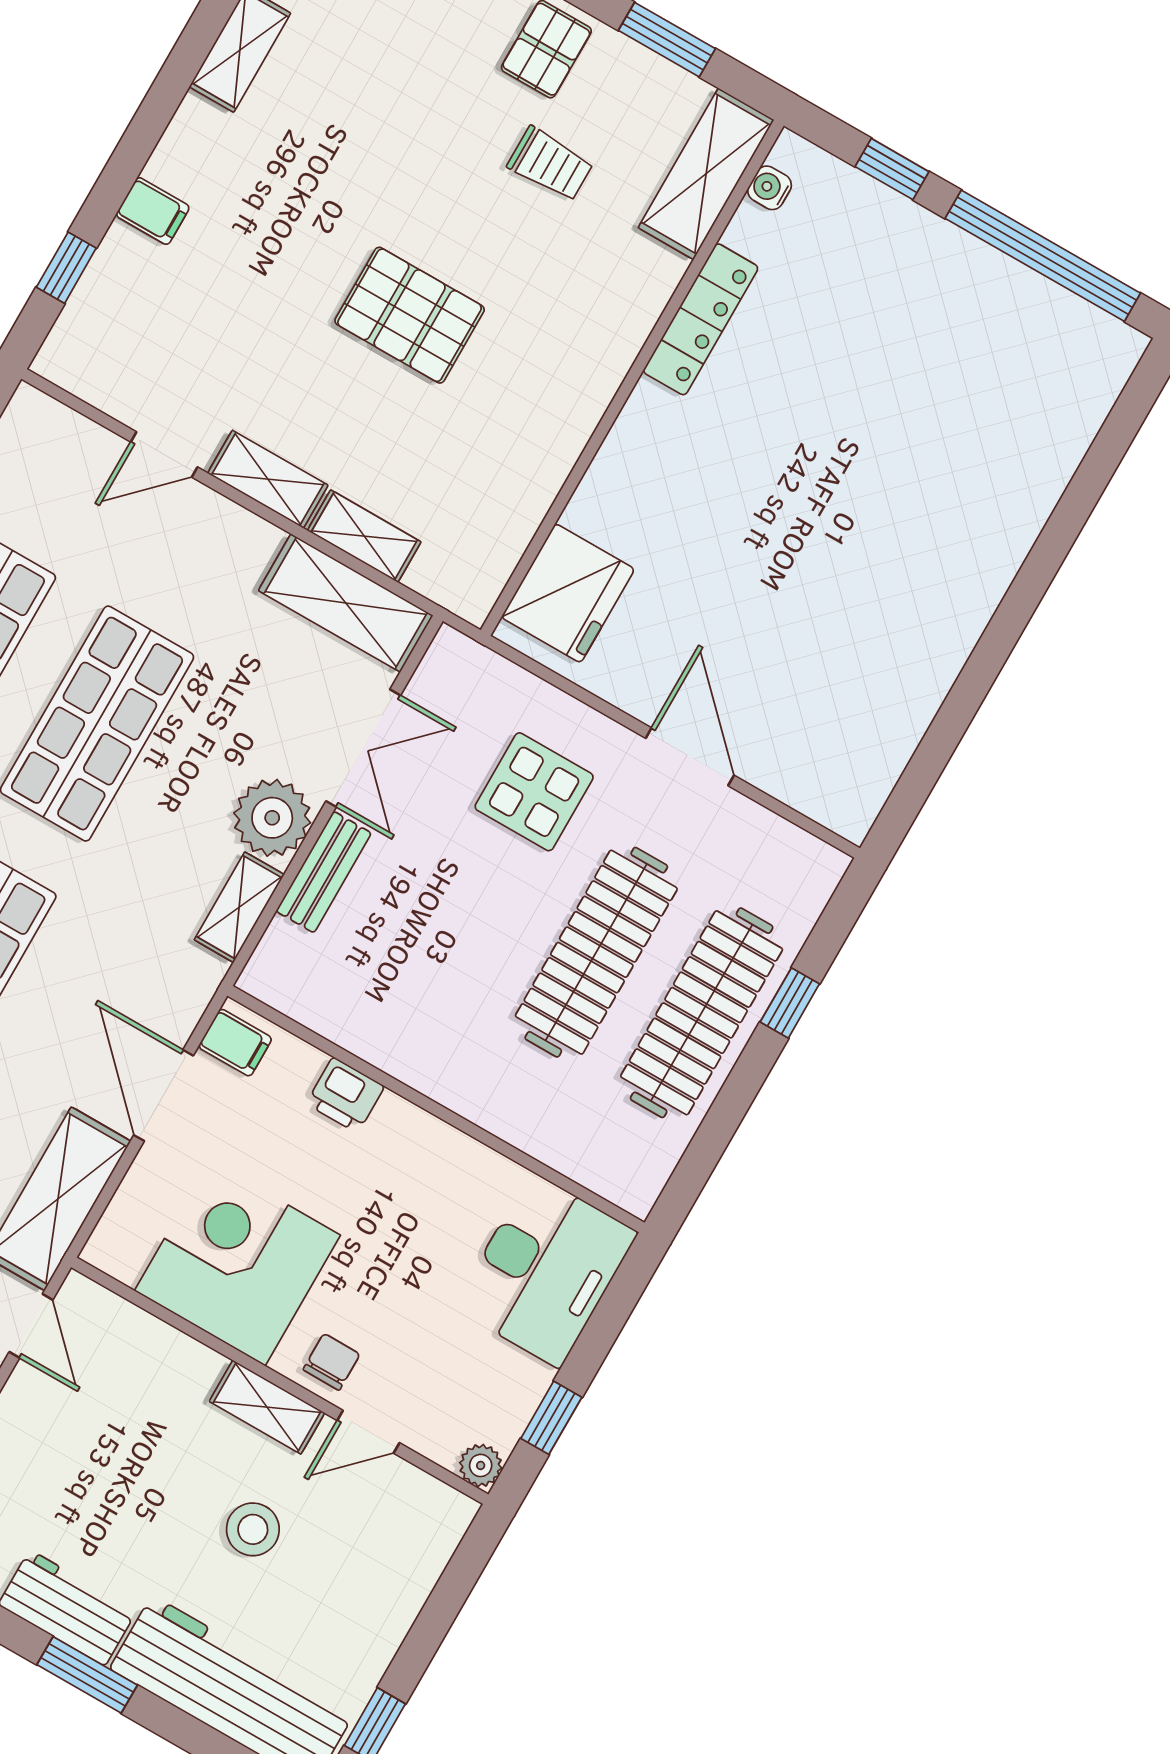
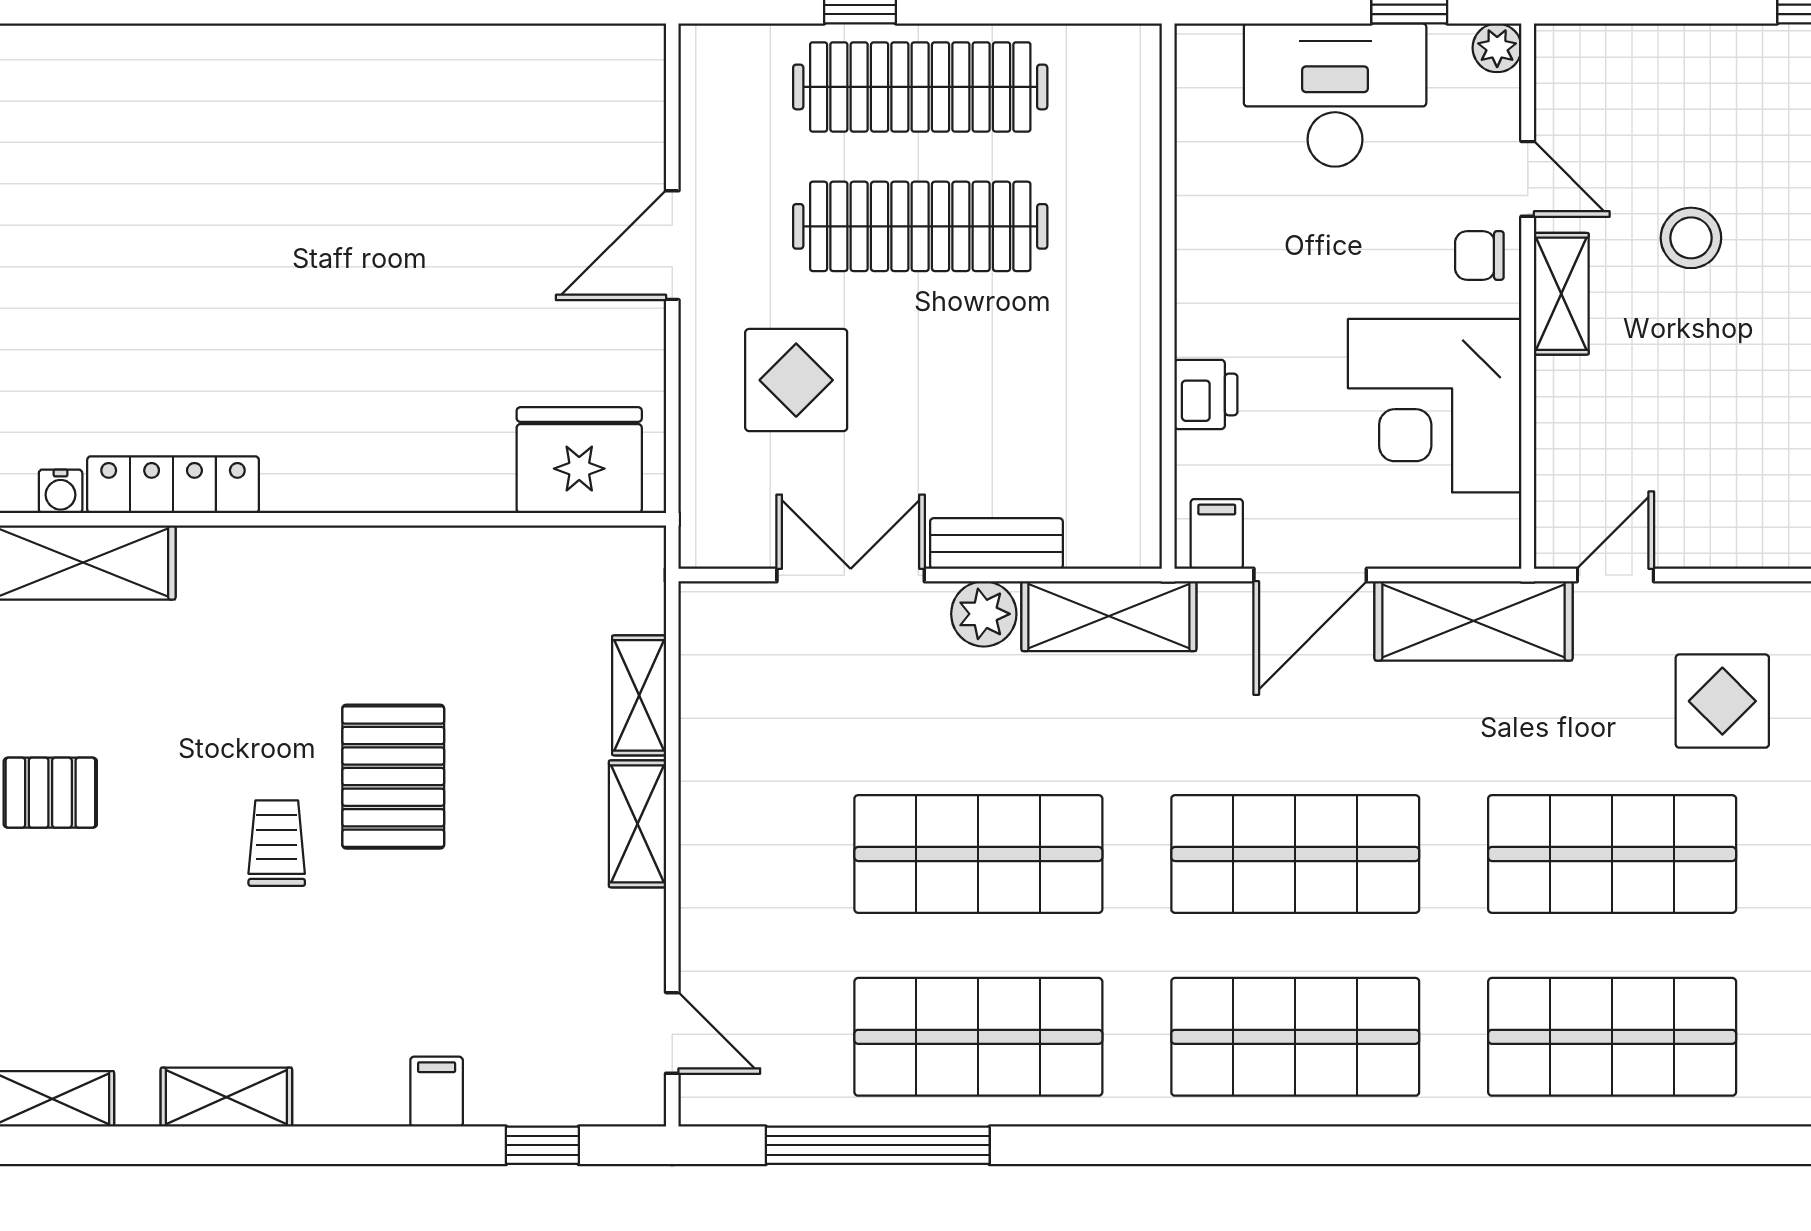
trolley: (550, 164) -> (277, 843), moved
locker: (701, 319) -> (173, 485), moved
door: (164, 454) -> (672, 1033), moved
shelving: (346, 603) -> (716, 676), removed
plant: (272, 818) -> (984, 614), width x0.73, depth x0.73
shelving: (239, 907) -> (1109, 616), width x1.50, depth x1.33
desk: (545, 1270) -> (1335, 95), moved

